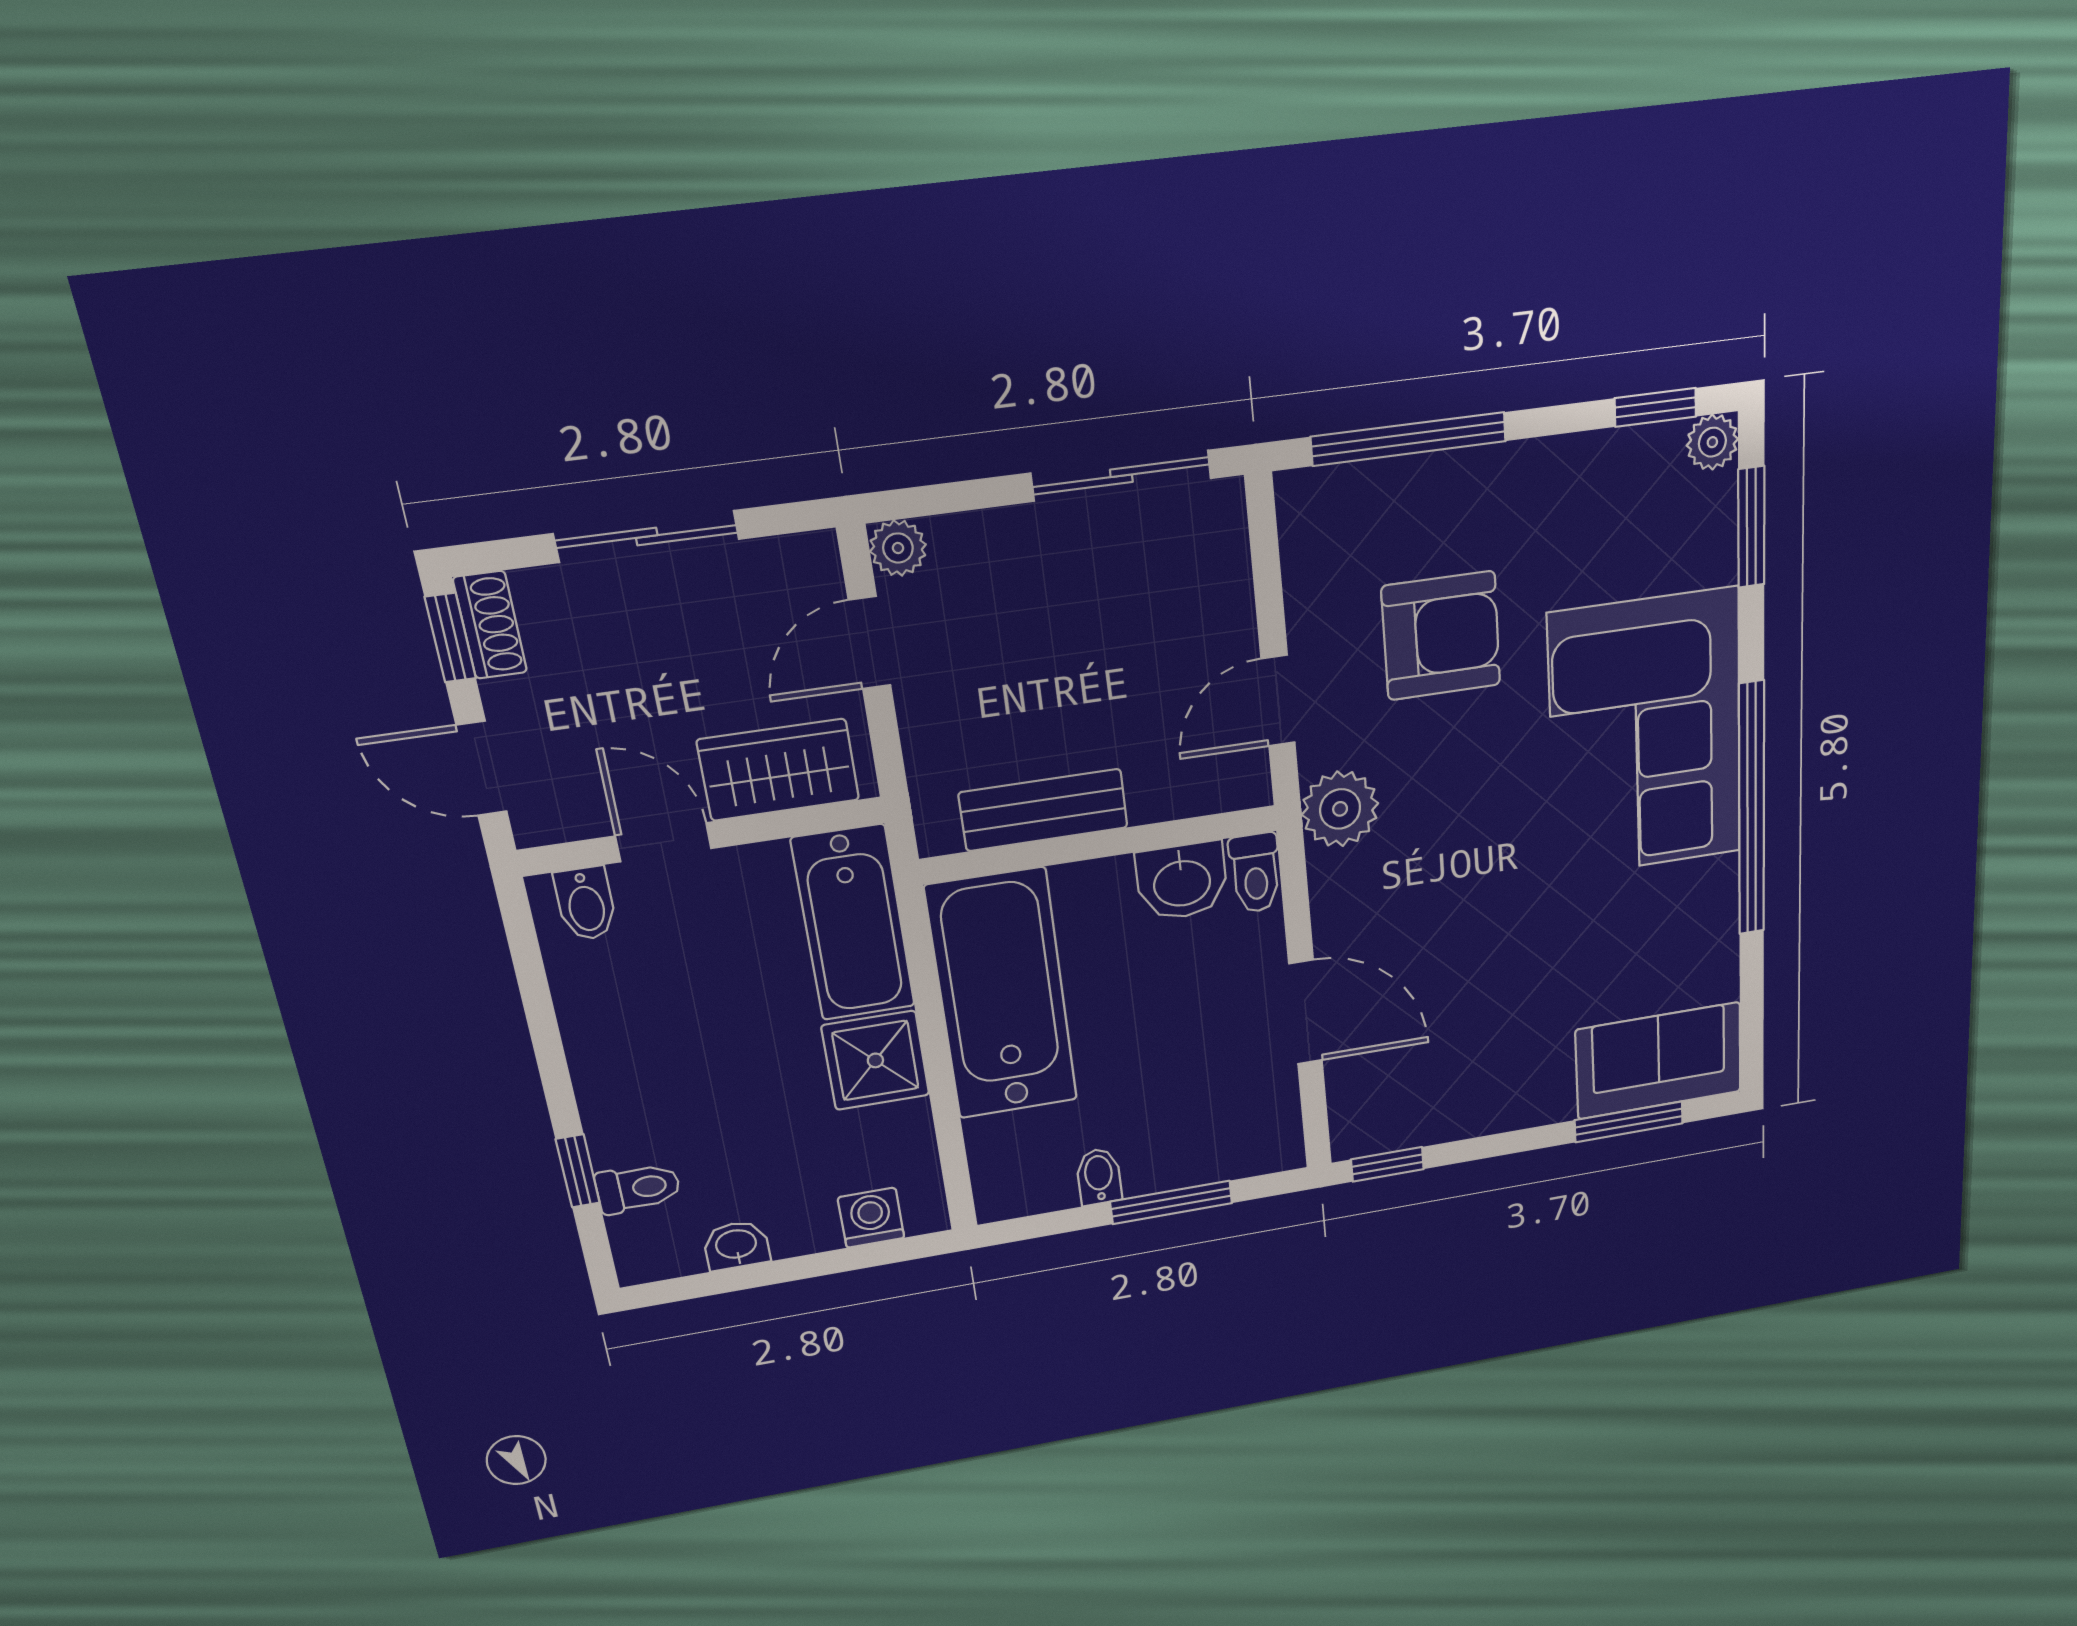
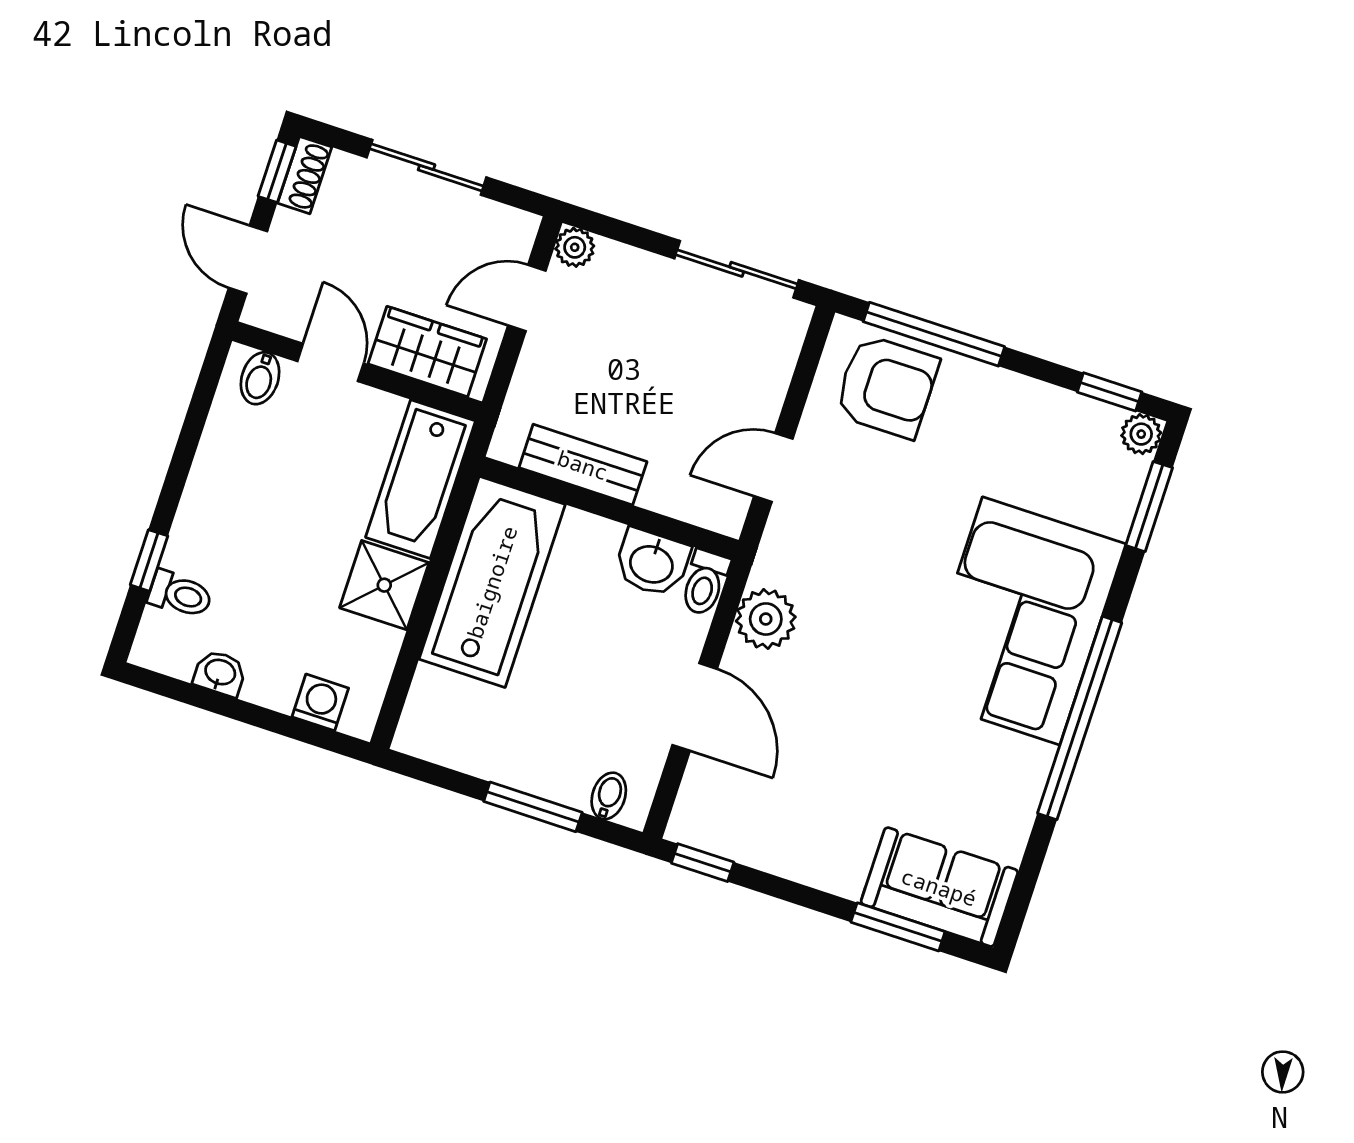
armchair: (1441, 636) -> (887, 386), moved
plant: (1340, 809) -> (766, 619), moved
bidet: (1099, 1177) -> (609, 796), moved

